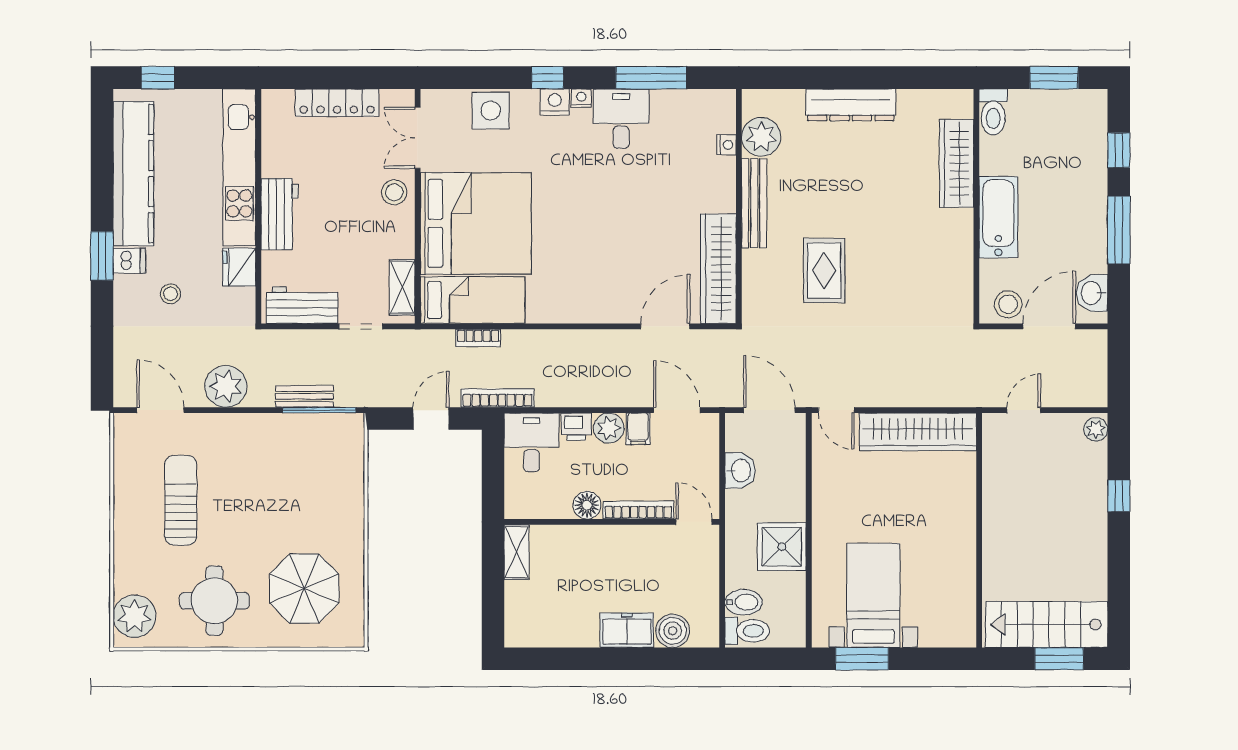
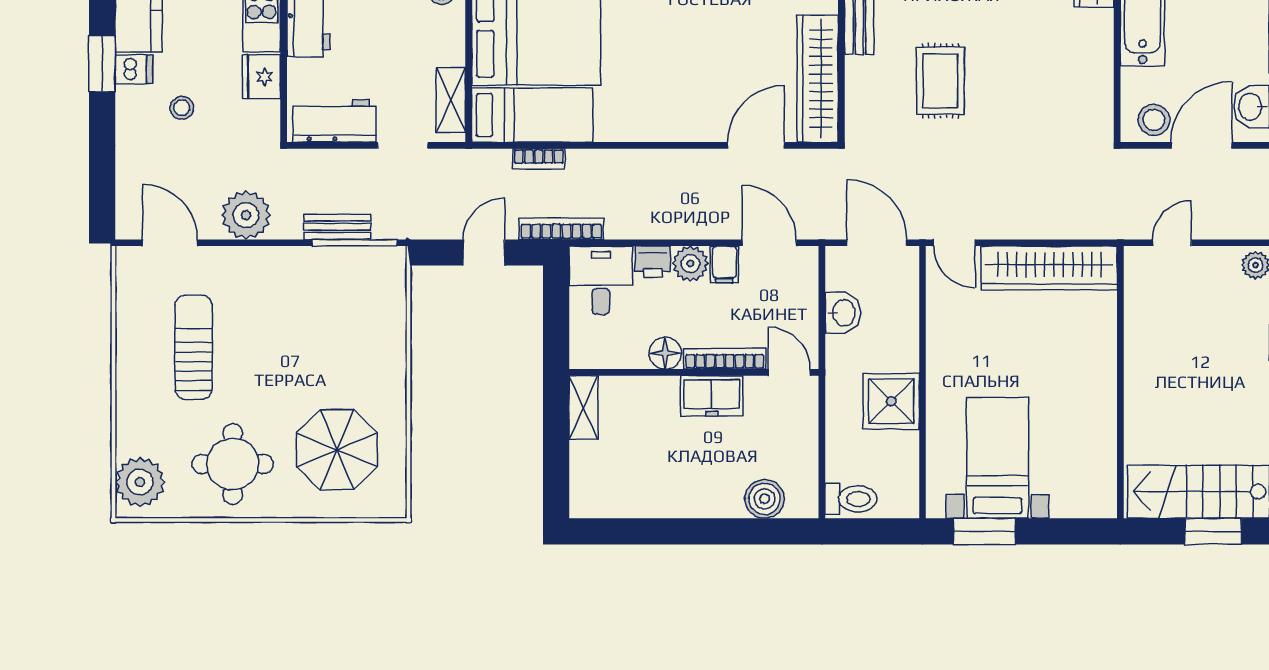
bidet: (744, 602) -> (847, 466), removed
freezer: (627, 630) -> (712, 396), moved, turned 180

